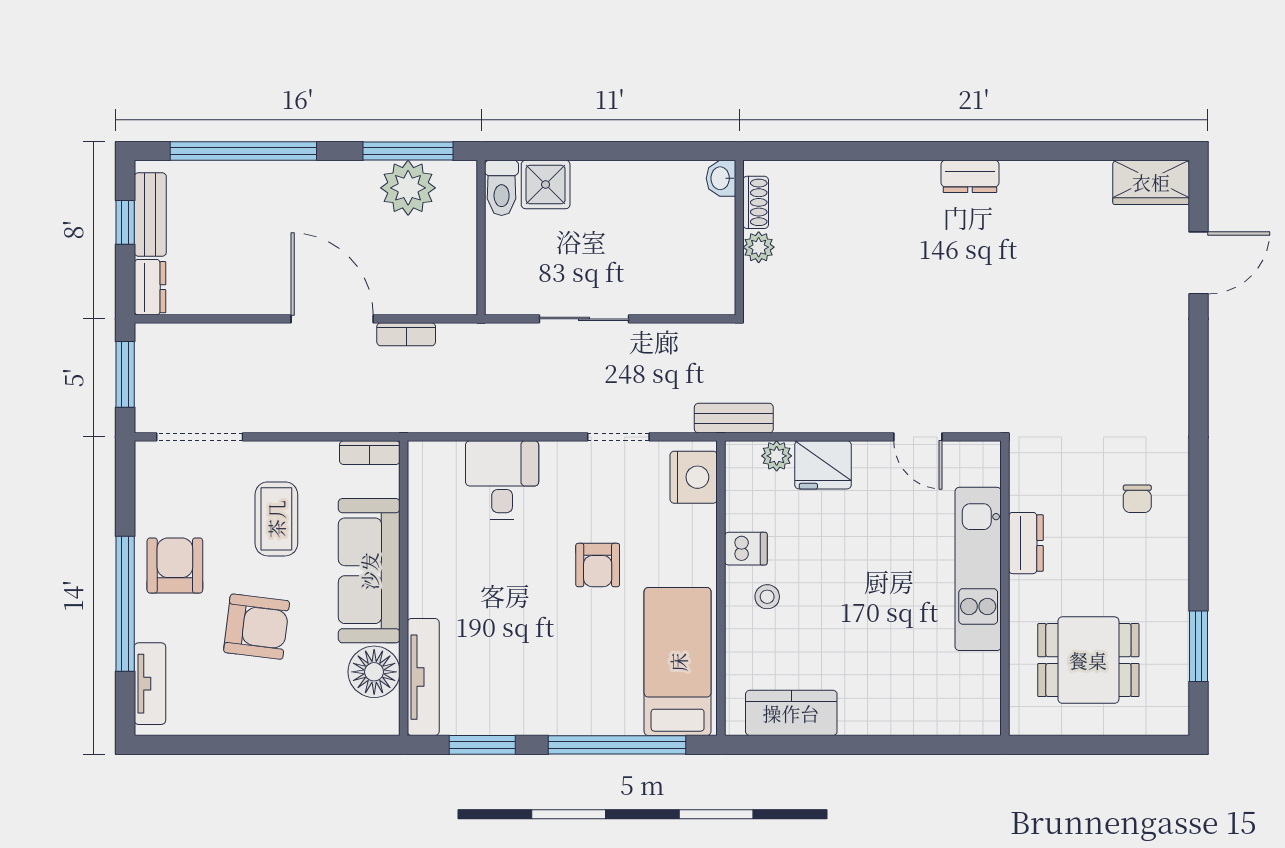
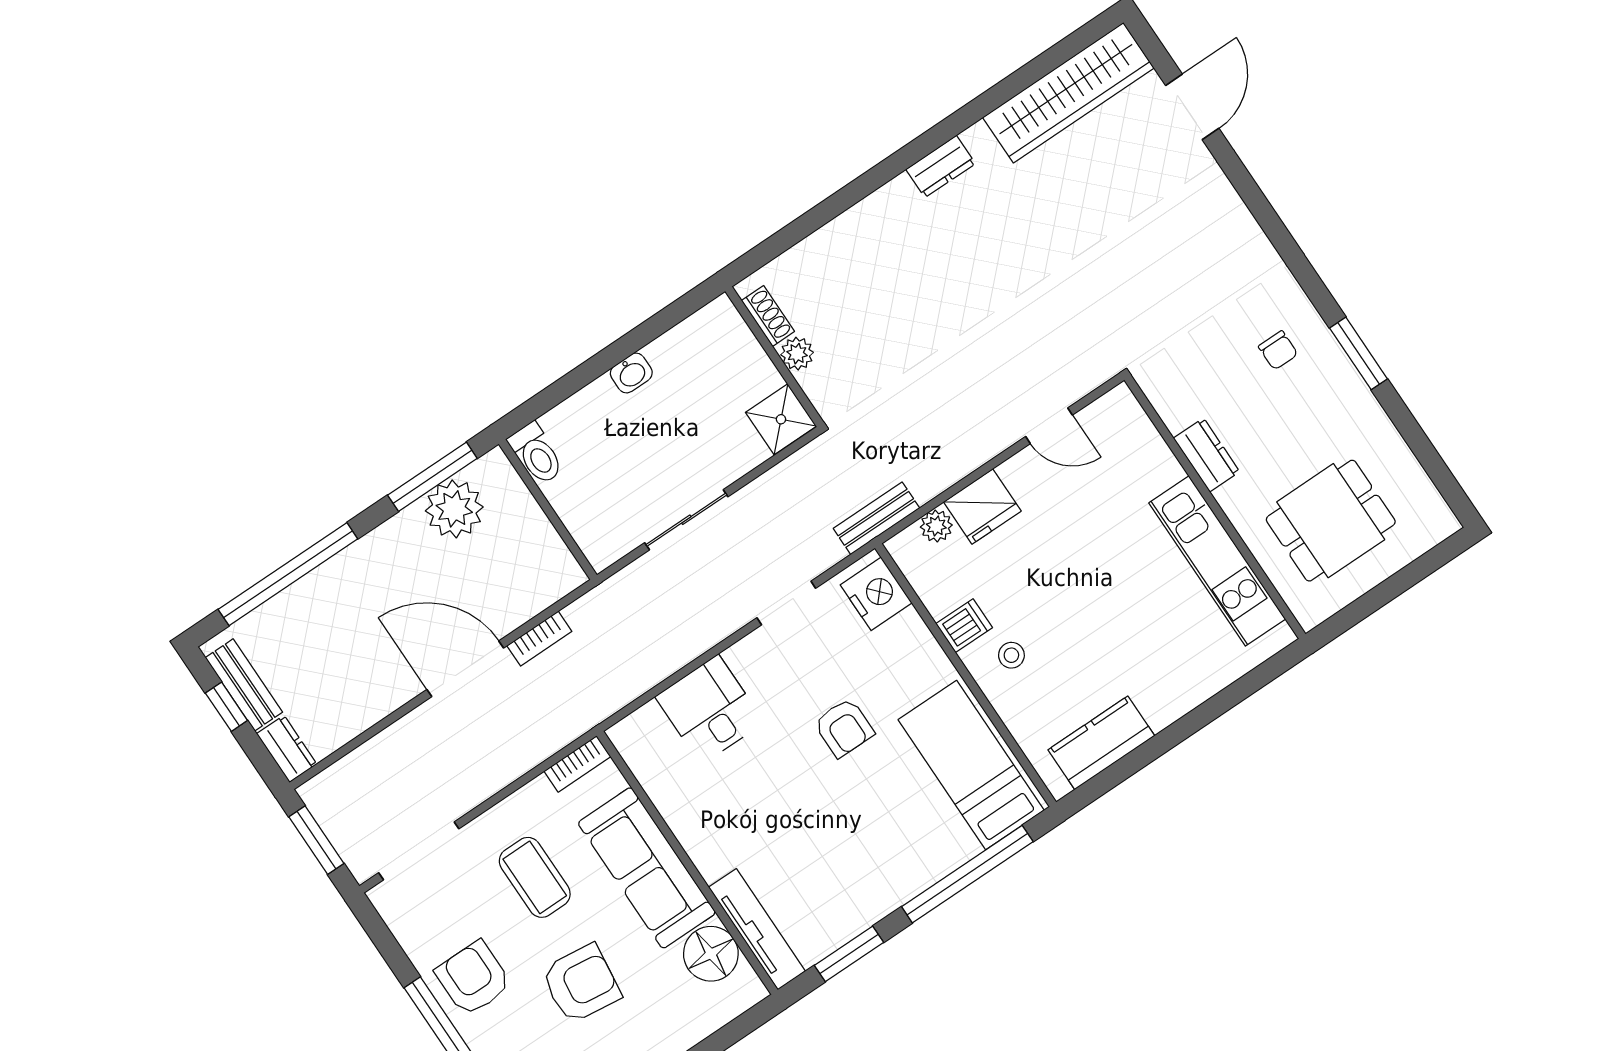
washbasin: (721, 178) -> (631, 373), moved, turned -90
wardrobe: (1151, 182) -> (1068, 93), width x2.10, depth x1.17
shower: (546, 185) -> (781, 419), moved
kitchen unit: (978, 569) -> (1217, 561), moved
window: (1199, 646) -> (1359, 353), moved

